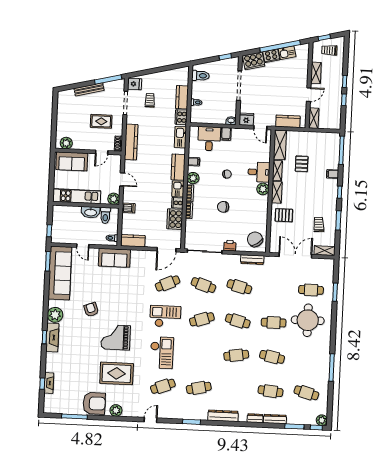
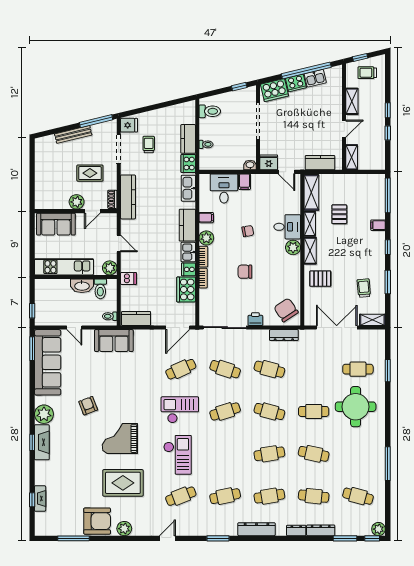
plant: (66, 143) -> (77, 202), moved
cafe table: (235, 390) -> (269, 496), added

